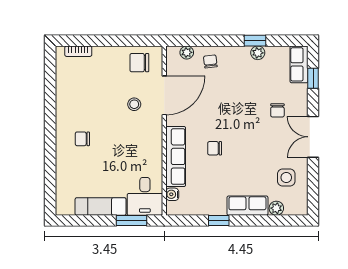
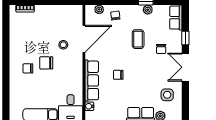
chair: (139, 63) -> (46, 63), moved
window: (313, 78) -> (185, 38), moved
coffee table: (244, 96) -> (138, 39), added

